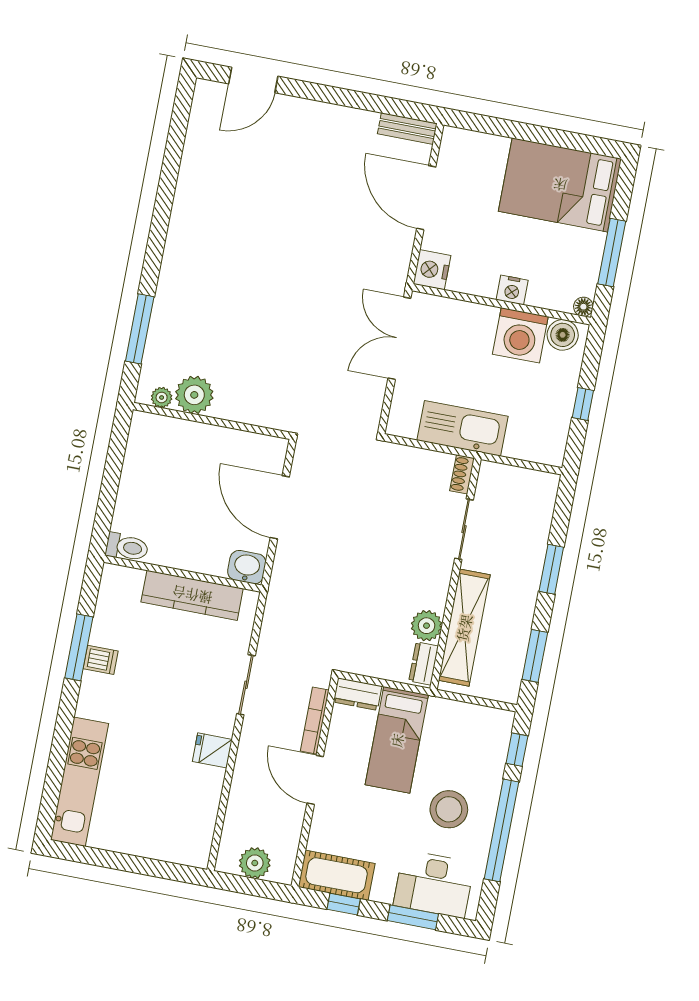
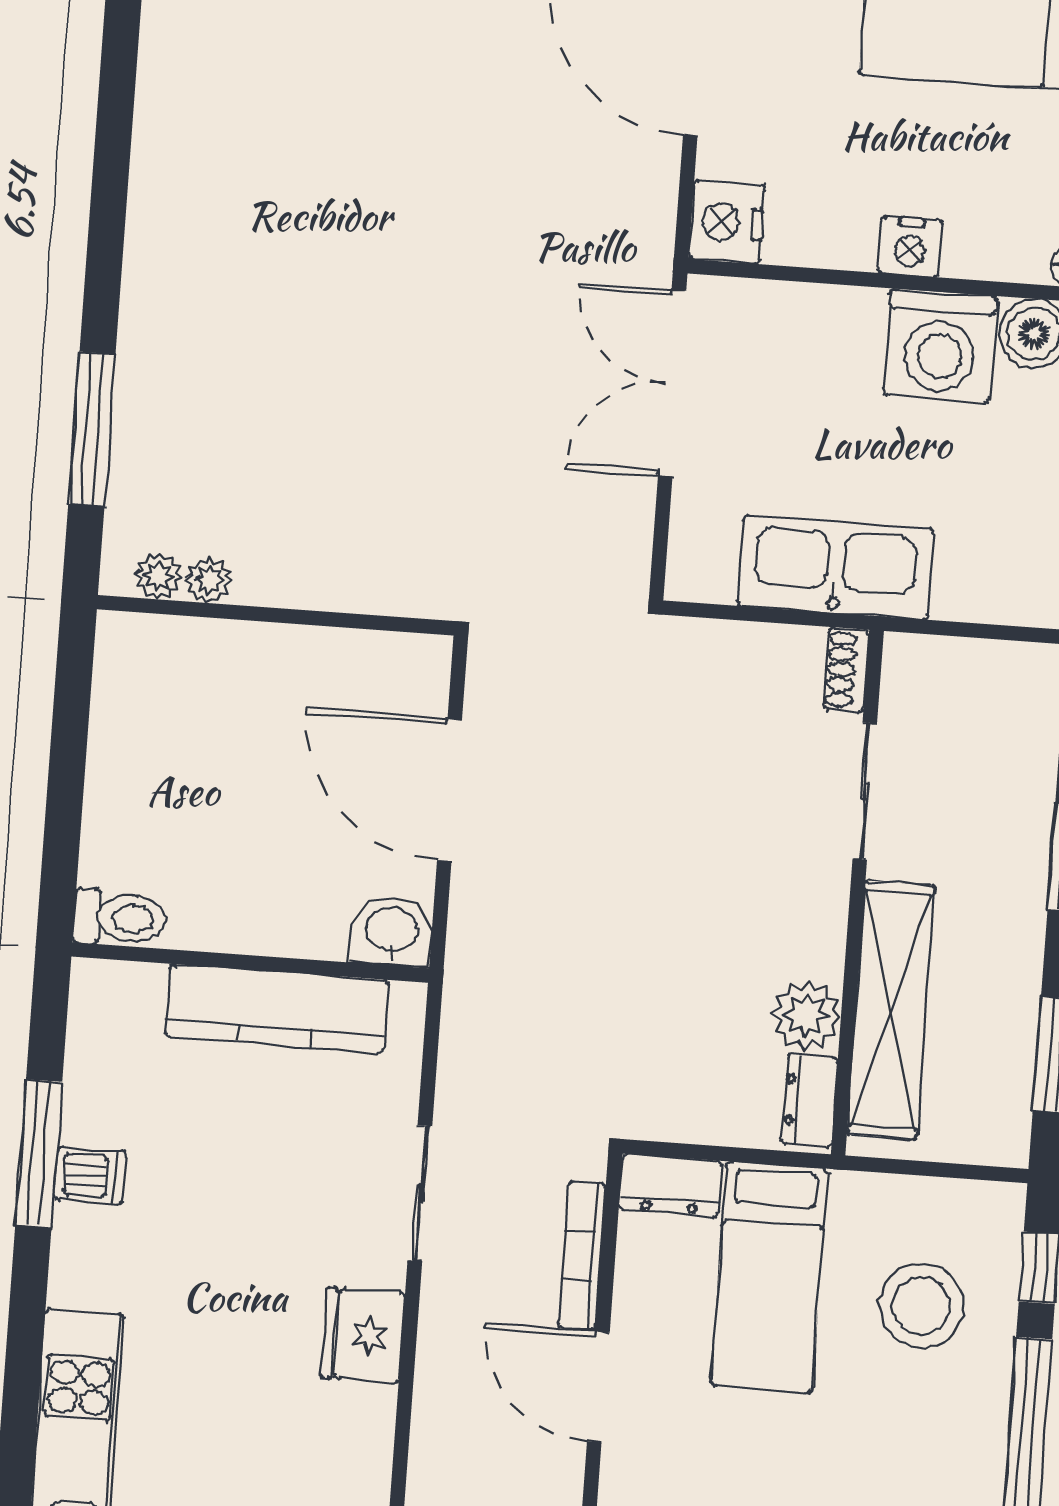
plant: (194, 395) -> (209, 580), width x0.53, depth x0.53
fridge: (212, 750) -> (363, 1335), width x1.38
stool: (449, 809) -> (921, 1306), moved

